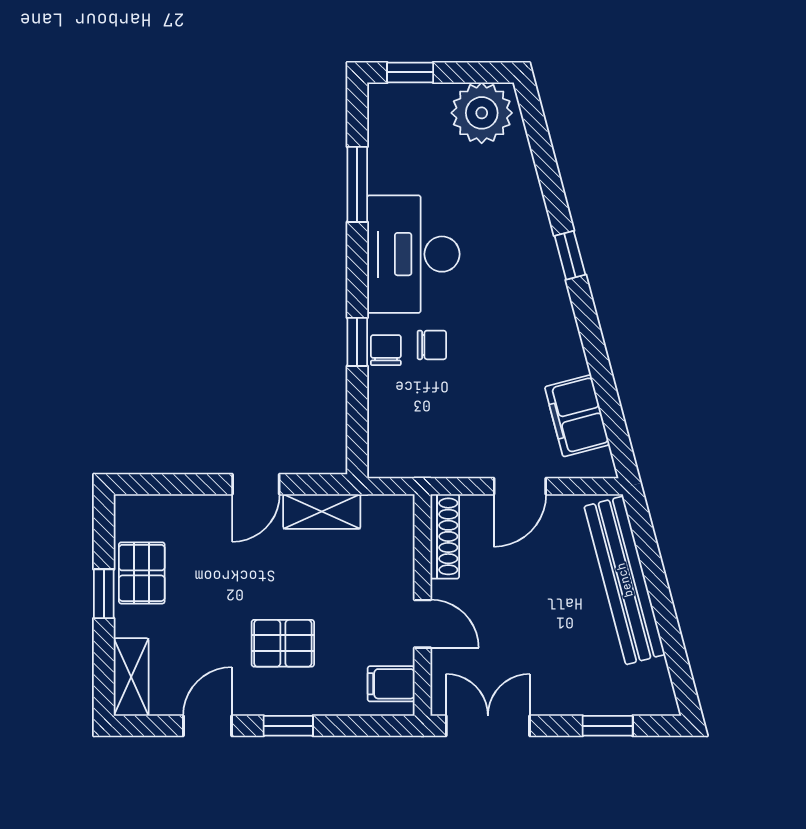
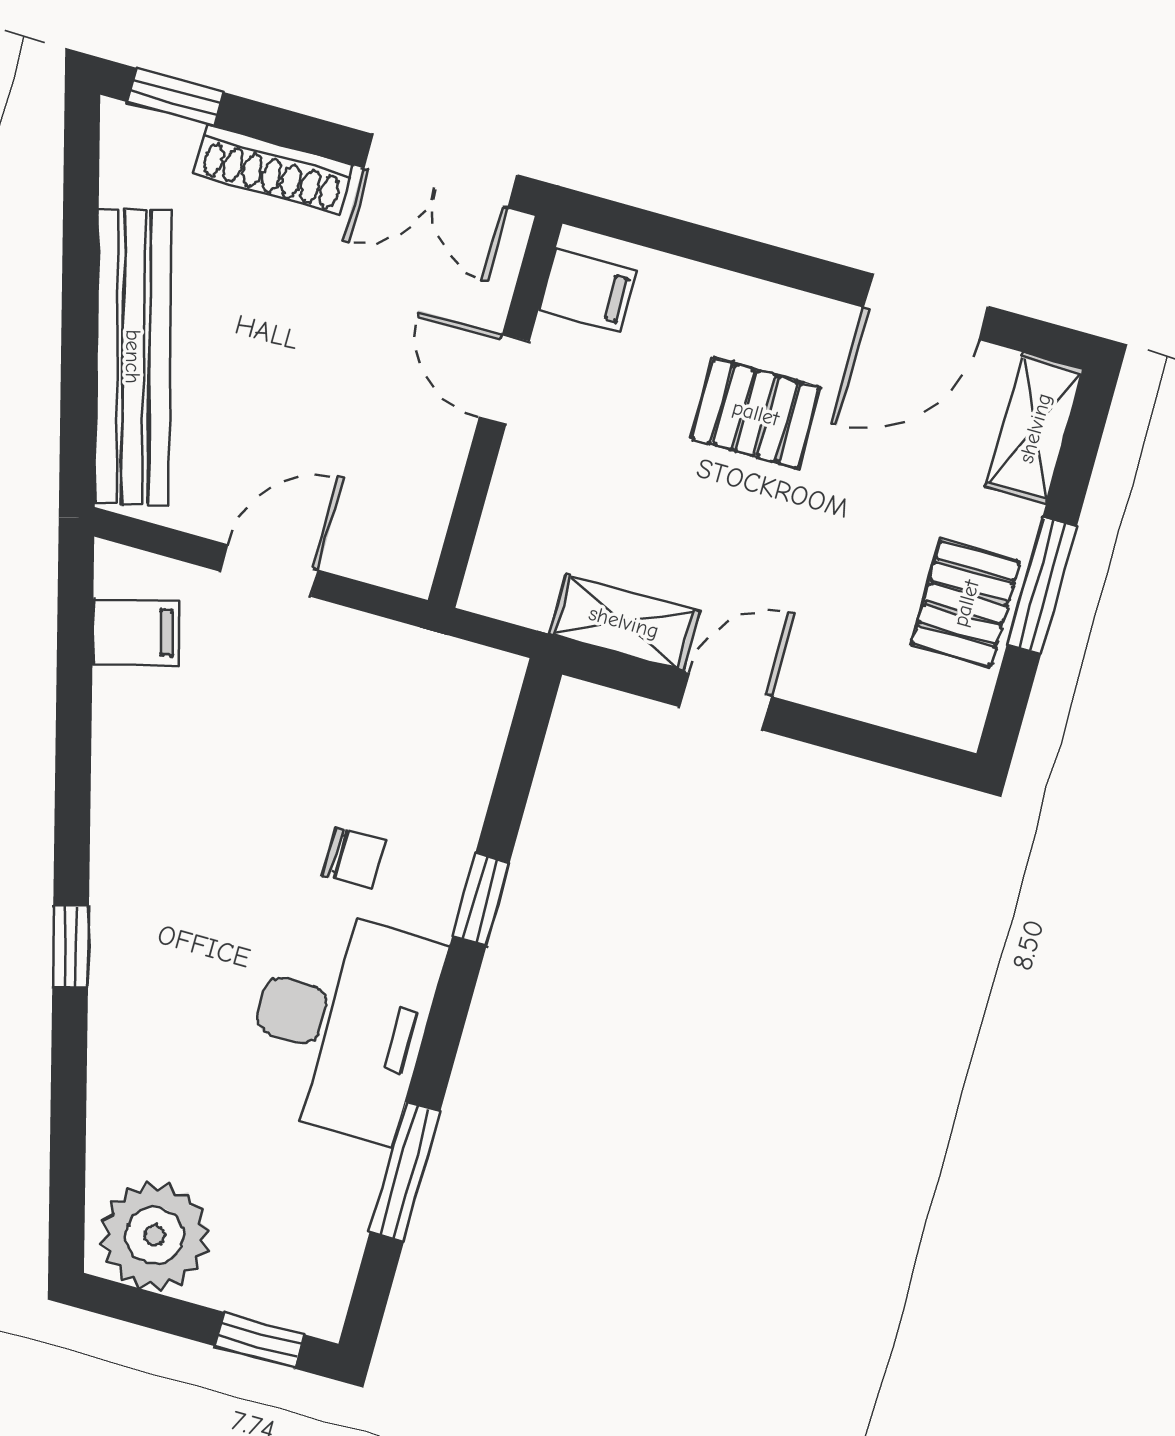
chair: (432, 345) -> (353, 858), turned 180
chair: (386, 350) -> (435, 871), removed
filing cabinet: (577, 416) -> (136, 632), width x0.50
shoe rack: (445, 536) -> (273, 170), moved, turned -90
window: (104, 594) -> (1042, 586), width x1.50
door: (207, 726) -> (926, 307), width x1.38
window: (288, 726) -> (786, 268), removed
window: (608, 726) -> (175, 97), moved

